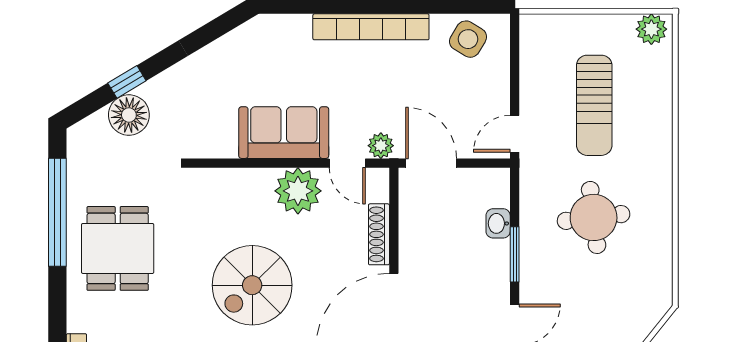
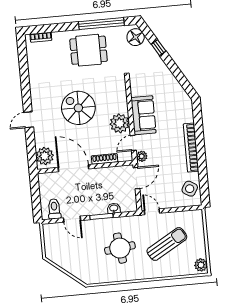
sun lounger: (594, 105) -> (167, 244), turned 150
floor lamp: (129, 115) -> (136, 37), moved

